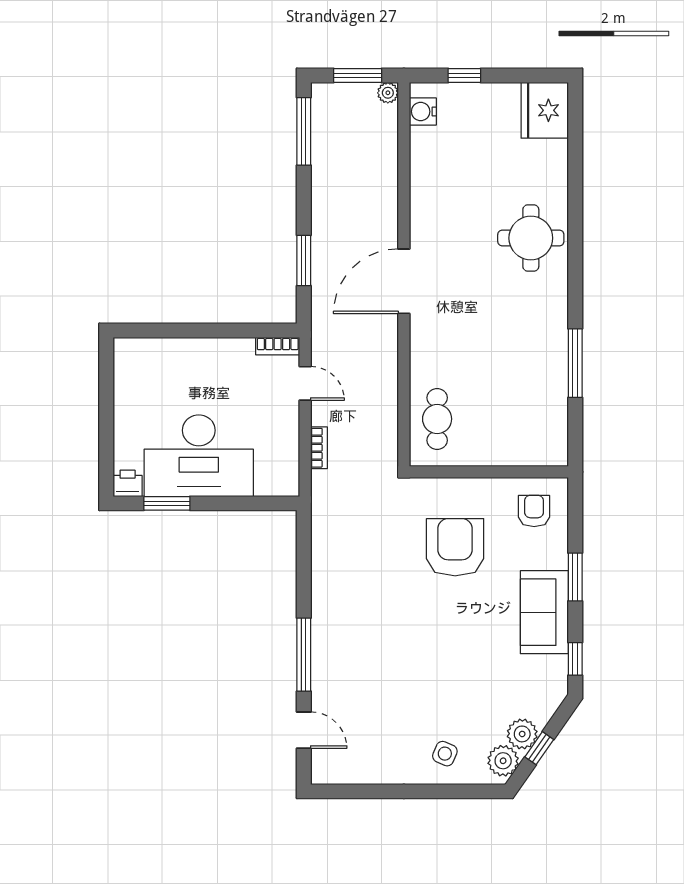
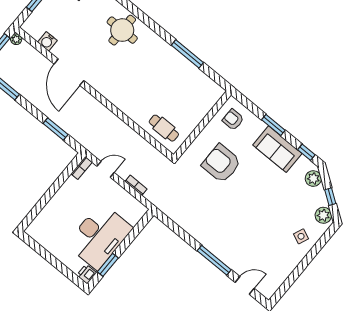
water cooler: (423, 112) -> (47, 41), moved
door: (404, 281) -> (69, 72), moved
plant: (522, 734) -> (313, 179), moved

